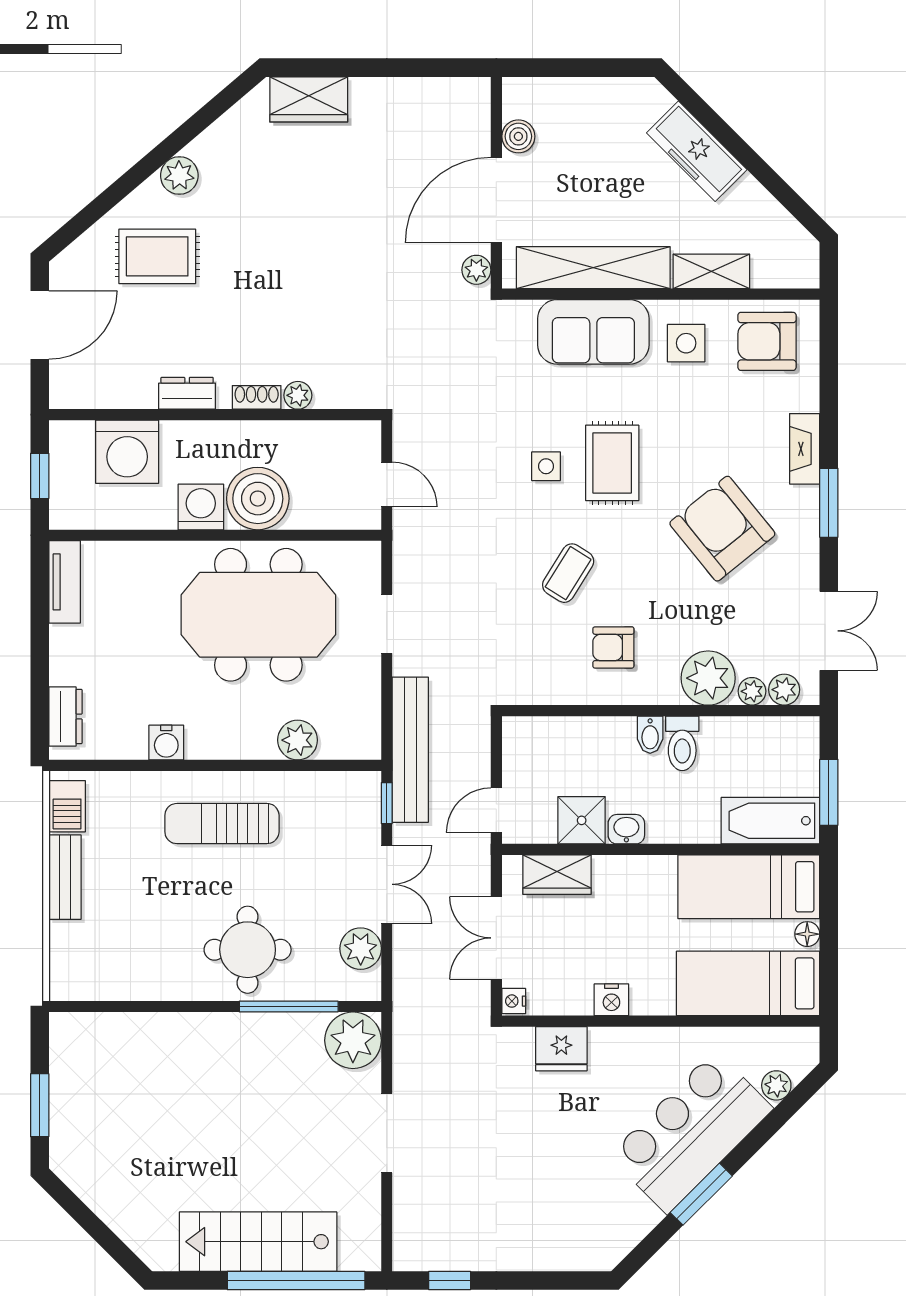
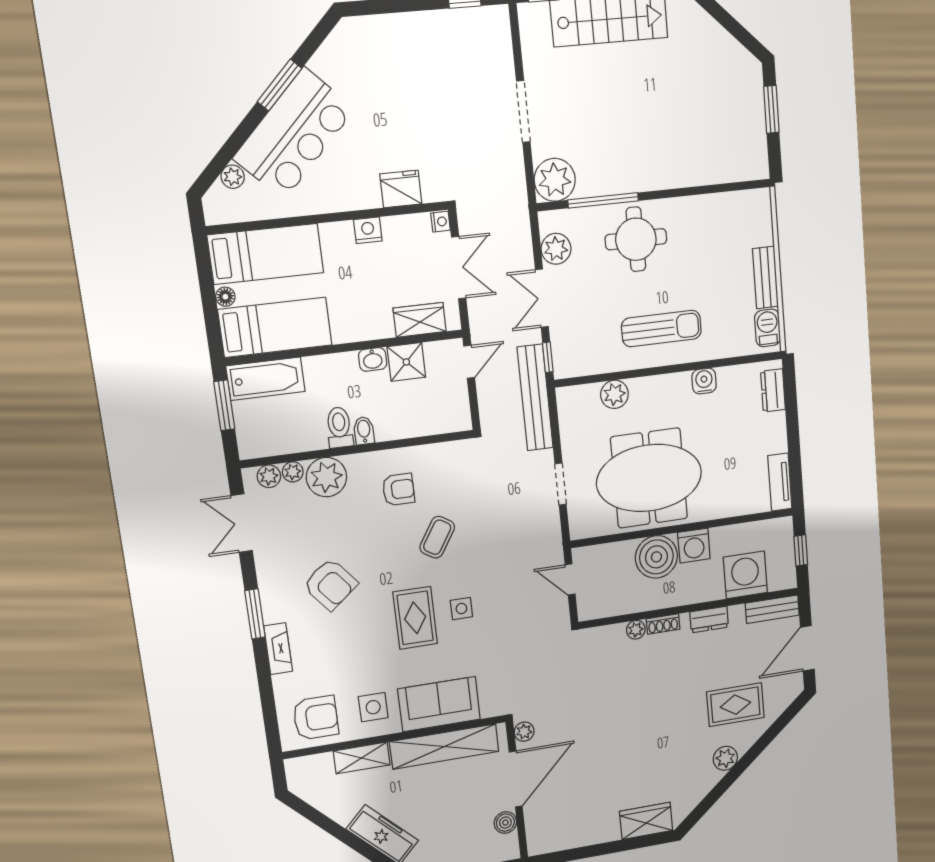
bench: (90, 394) -> (772, 609), added
armchair: (722, 529) -> (330, 584), width x0.73, depth x0.73

